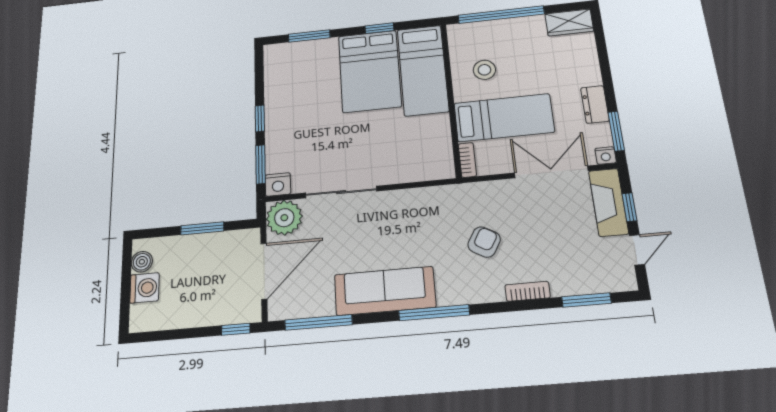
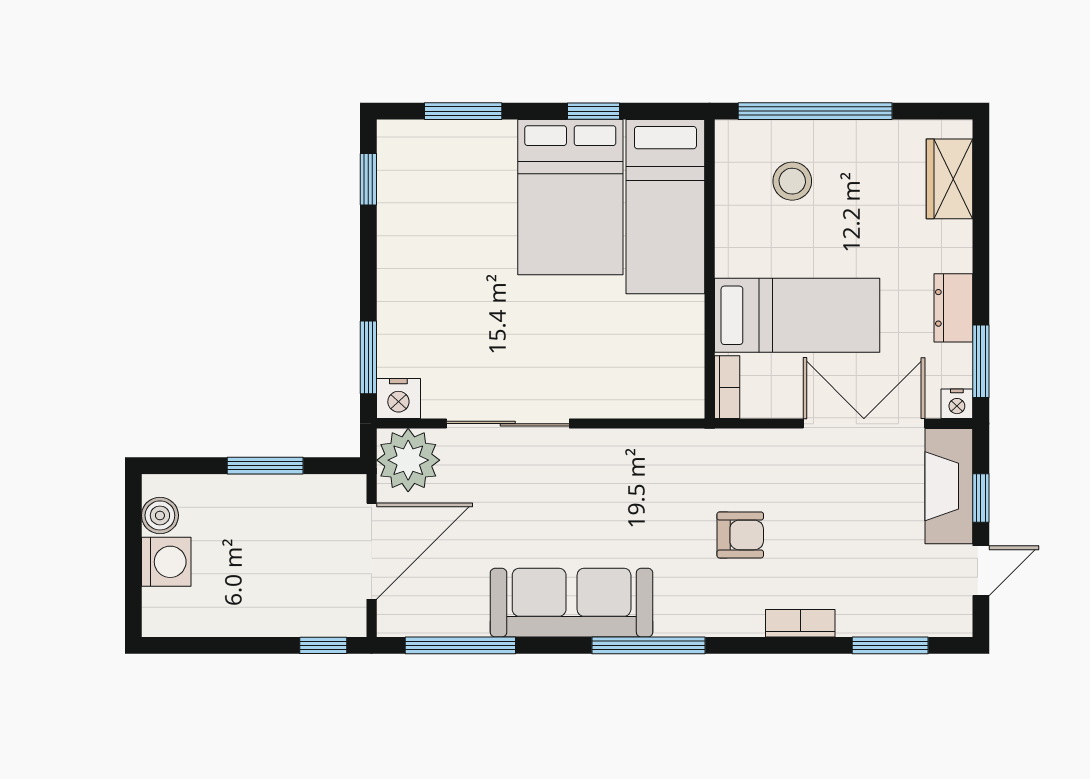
wardrobe: (569, 22) -> (950, 179), moved, turned 90
stool: (484, 70) -> (792, 181), moved
window: (260, 118) -> (368, 179), moved
armchair: (484, 242) -> (740, 535), turned 60

